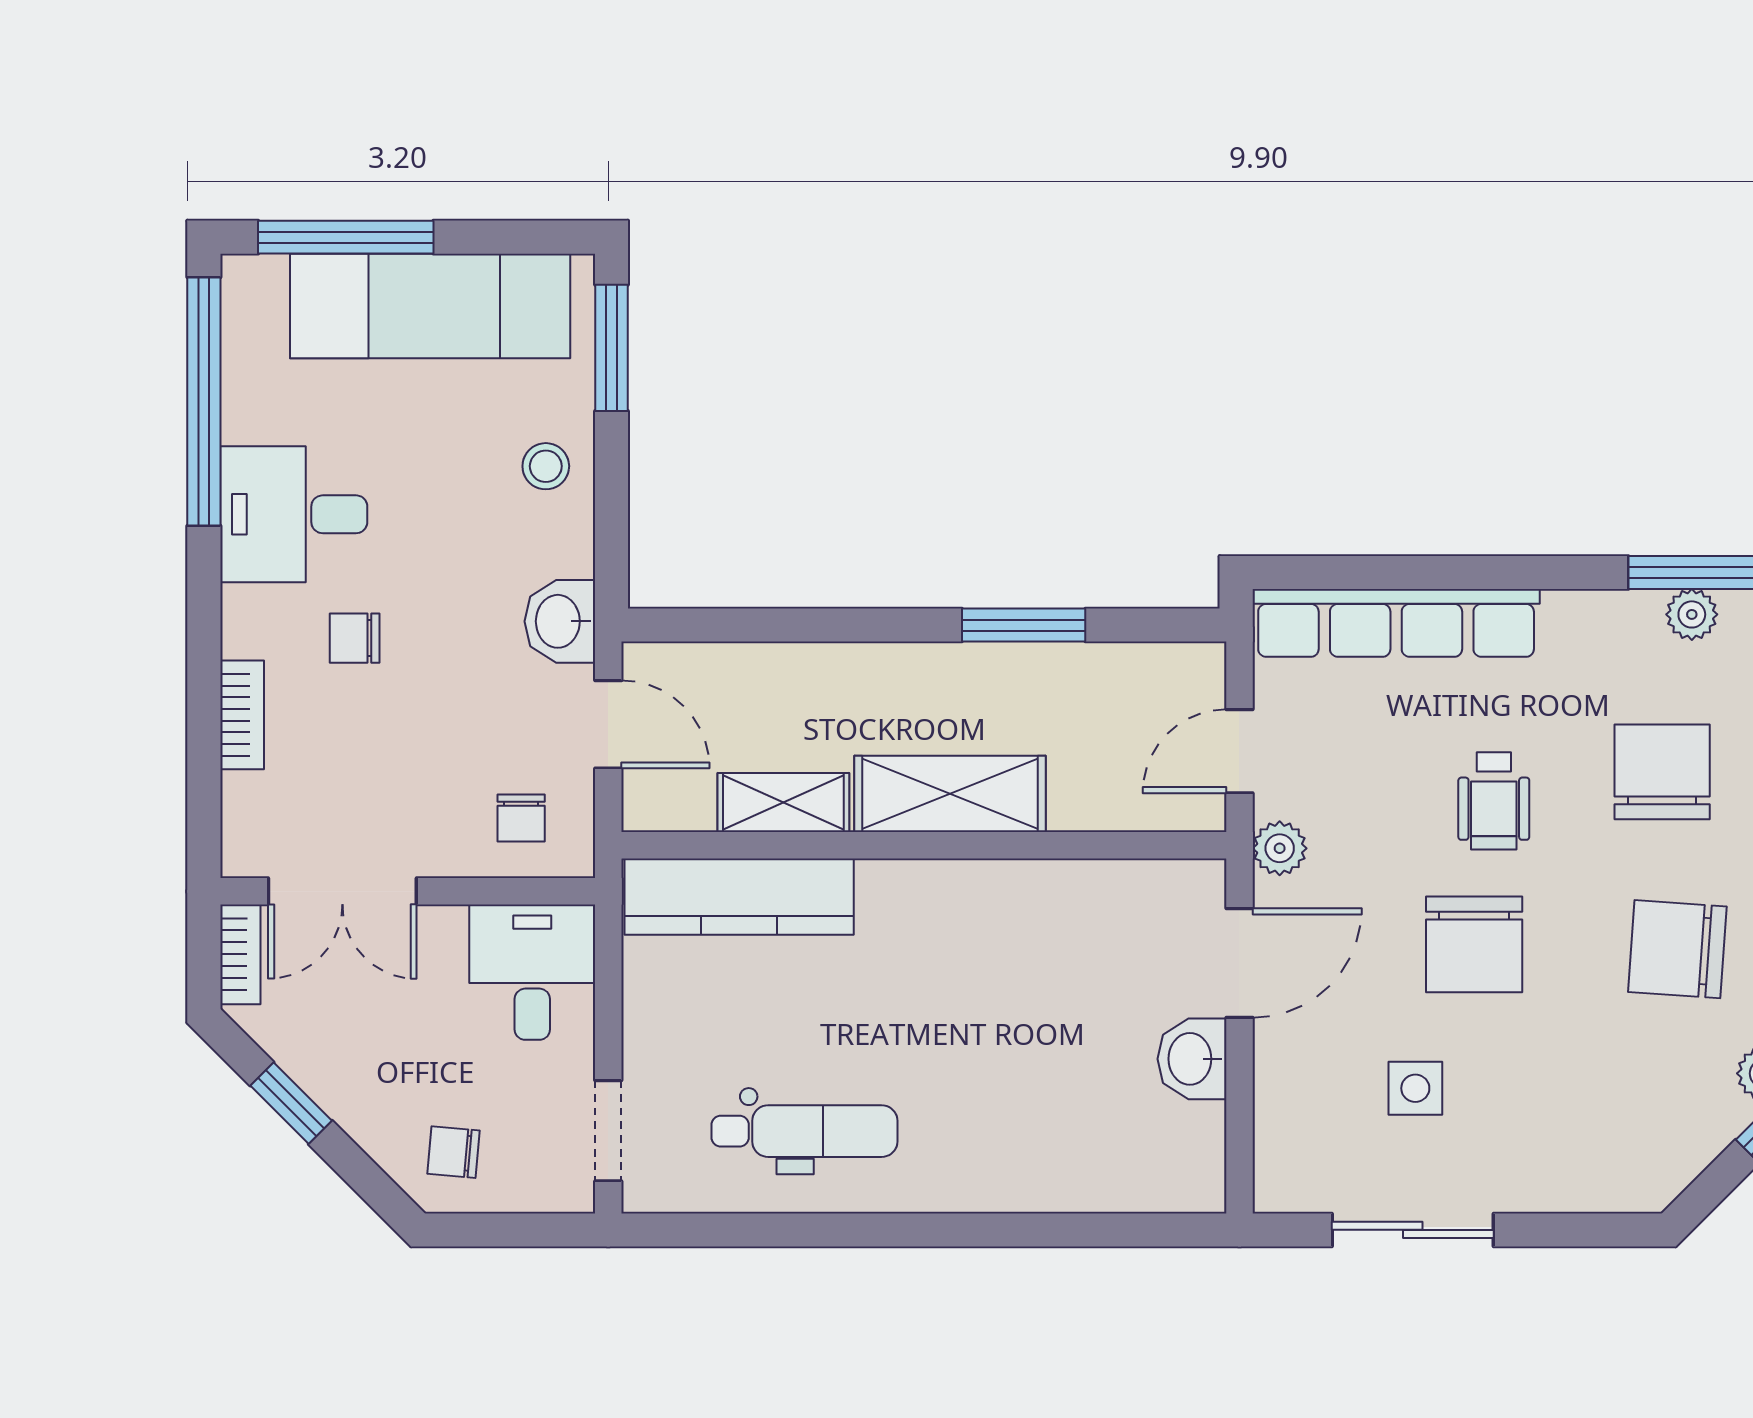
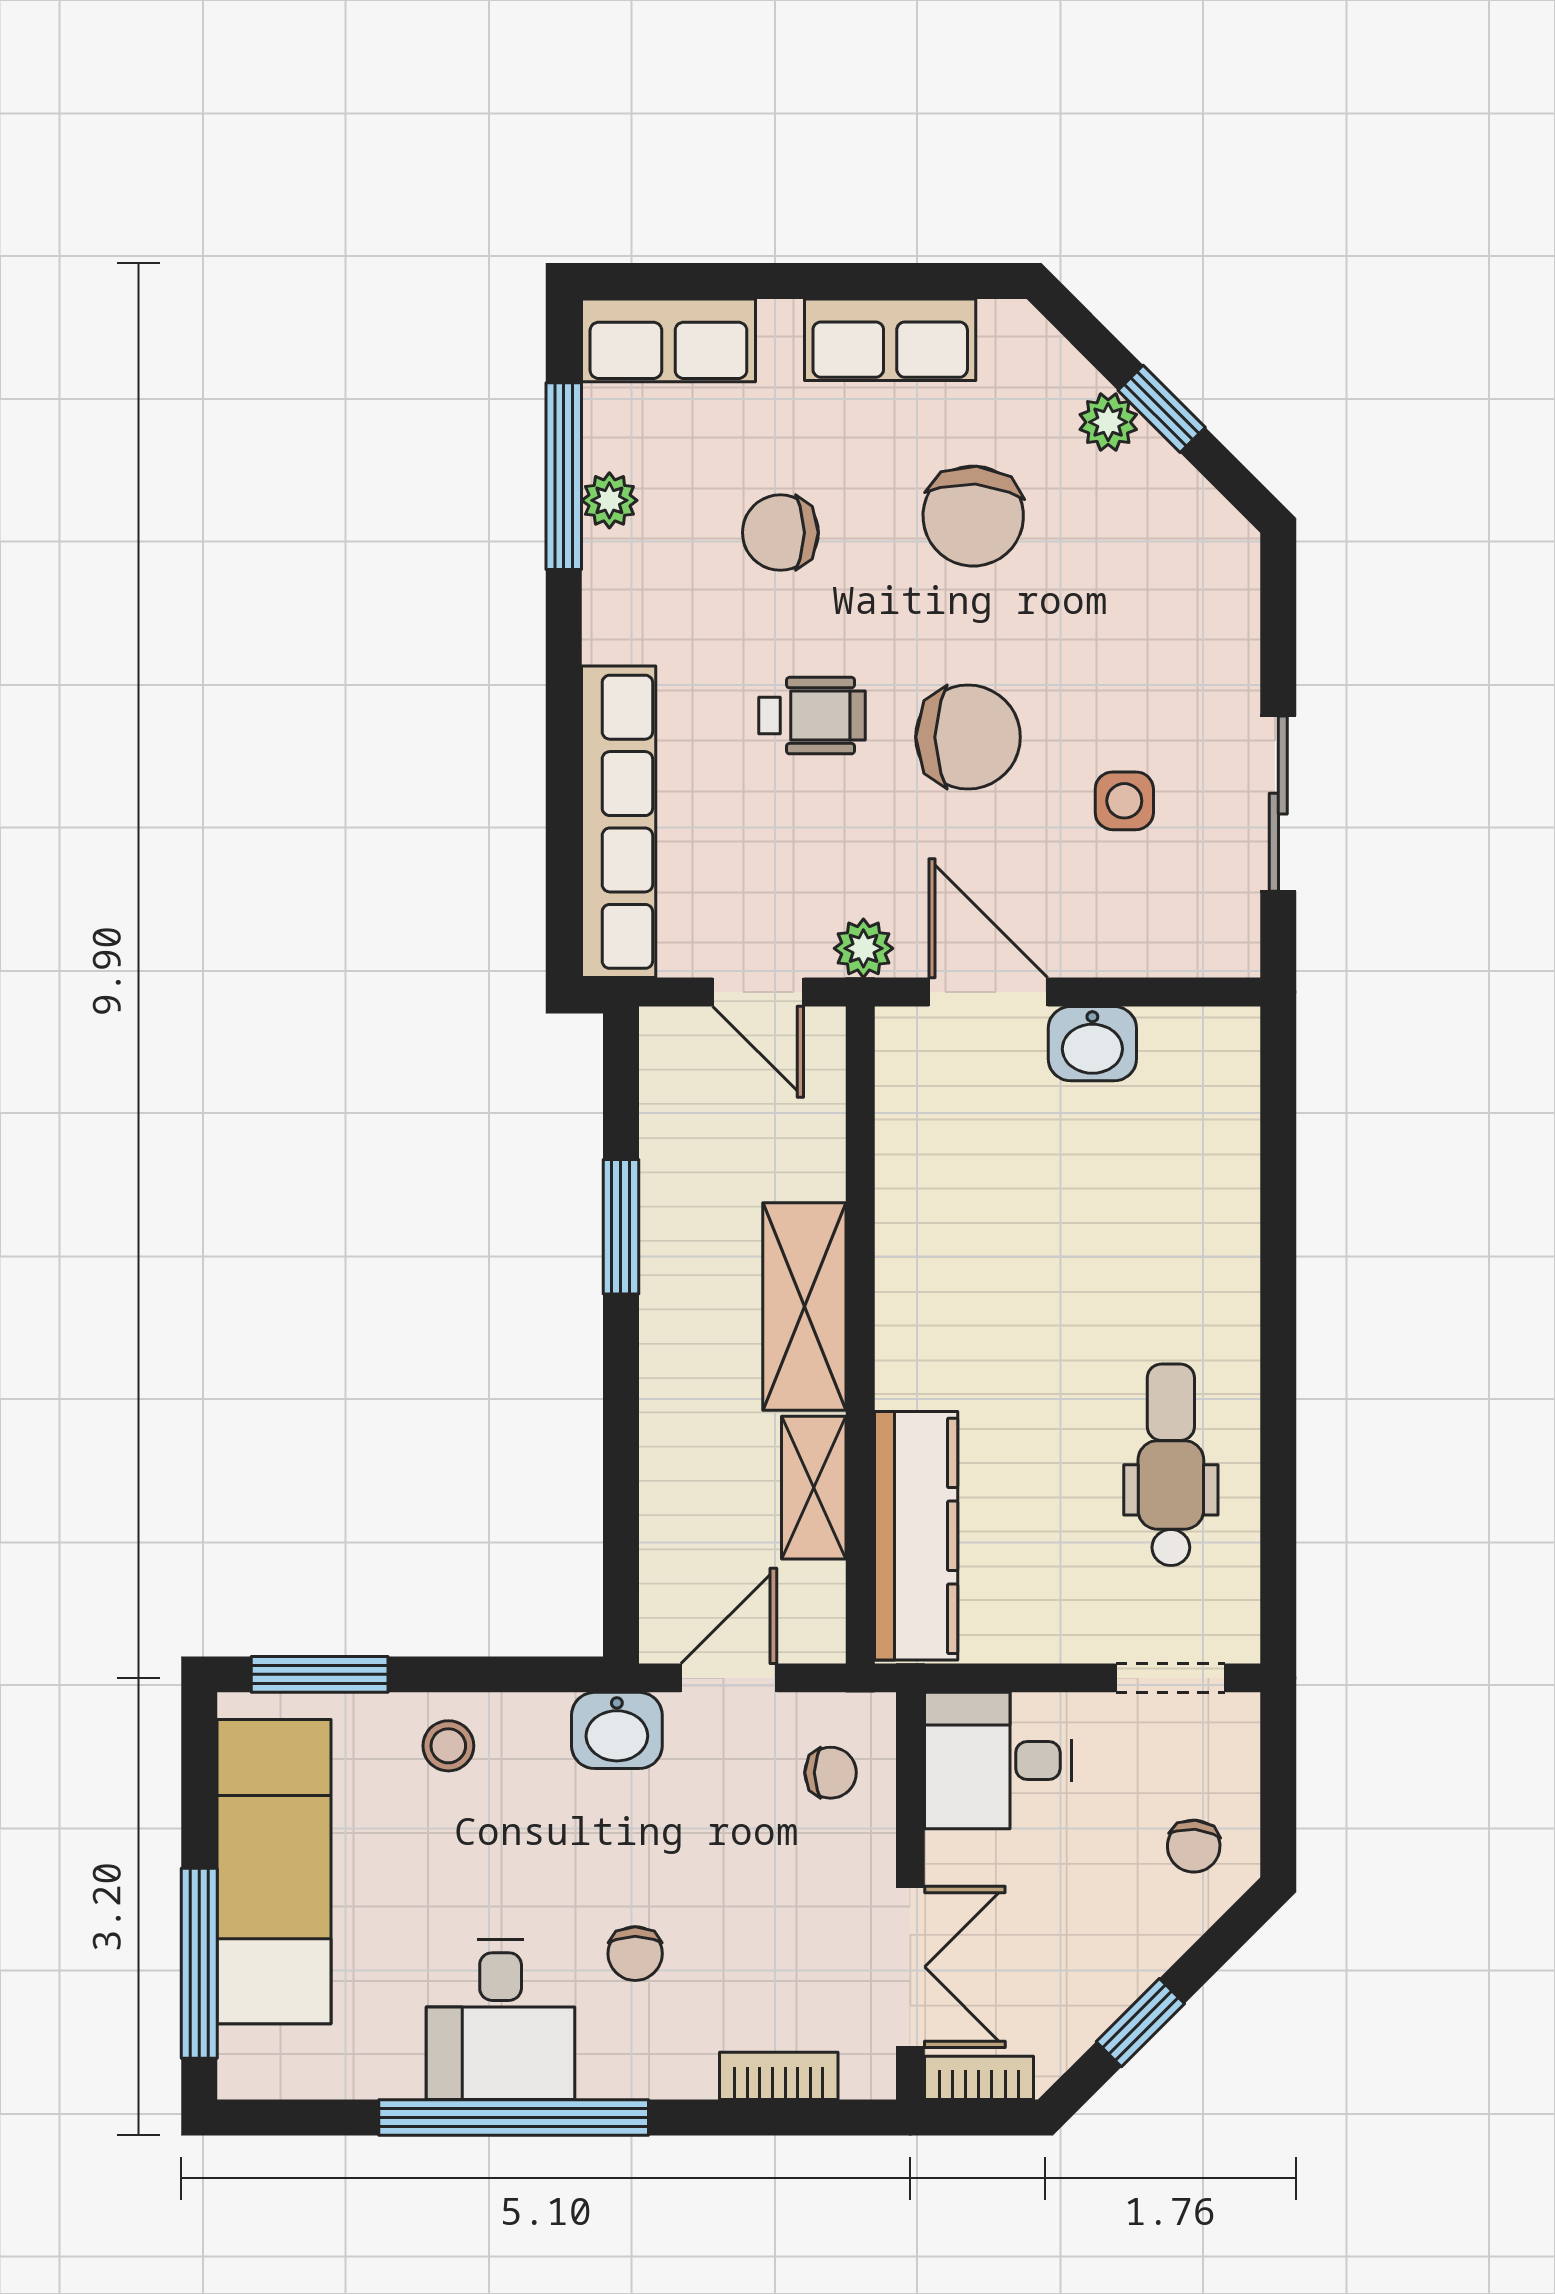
window: (204, 401) -> (514, 2117), moved
bookcase: (242, 715) -> (779, 2076), moved
chair: (1662, 772) -> (780, 533), width x0.73, depth x0.73

